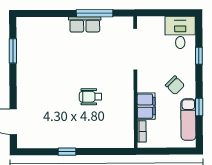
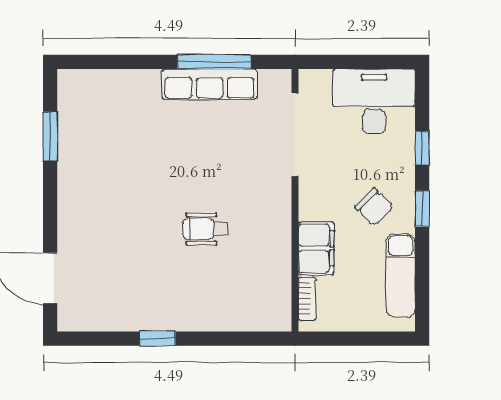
row of seats: (85, 24) -> (210, 84), width x1.48
desk: (180, 32) -> (374, 101), width x1.37
window: (199, 107) -> (422, 209), moved

